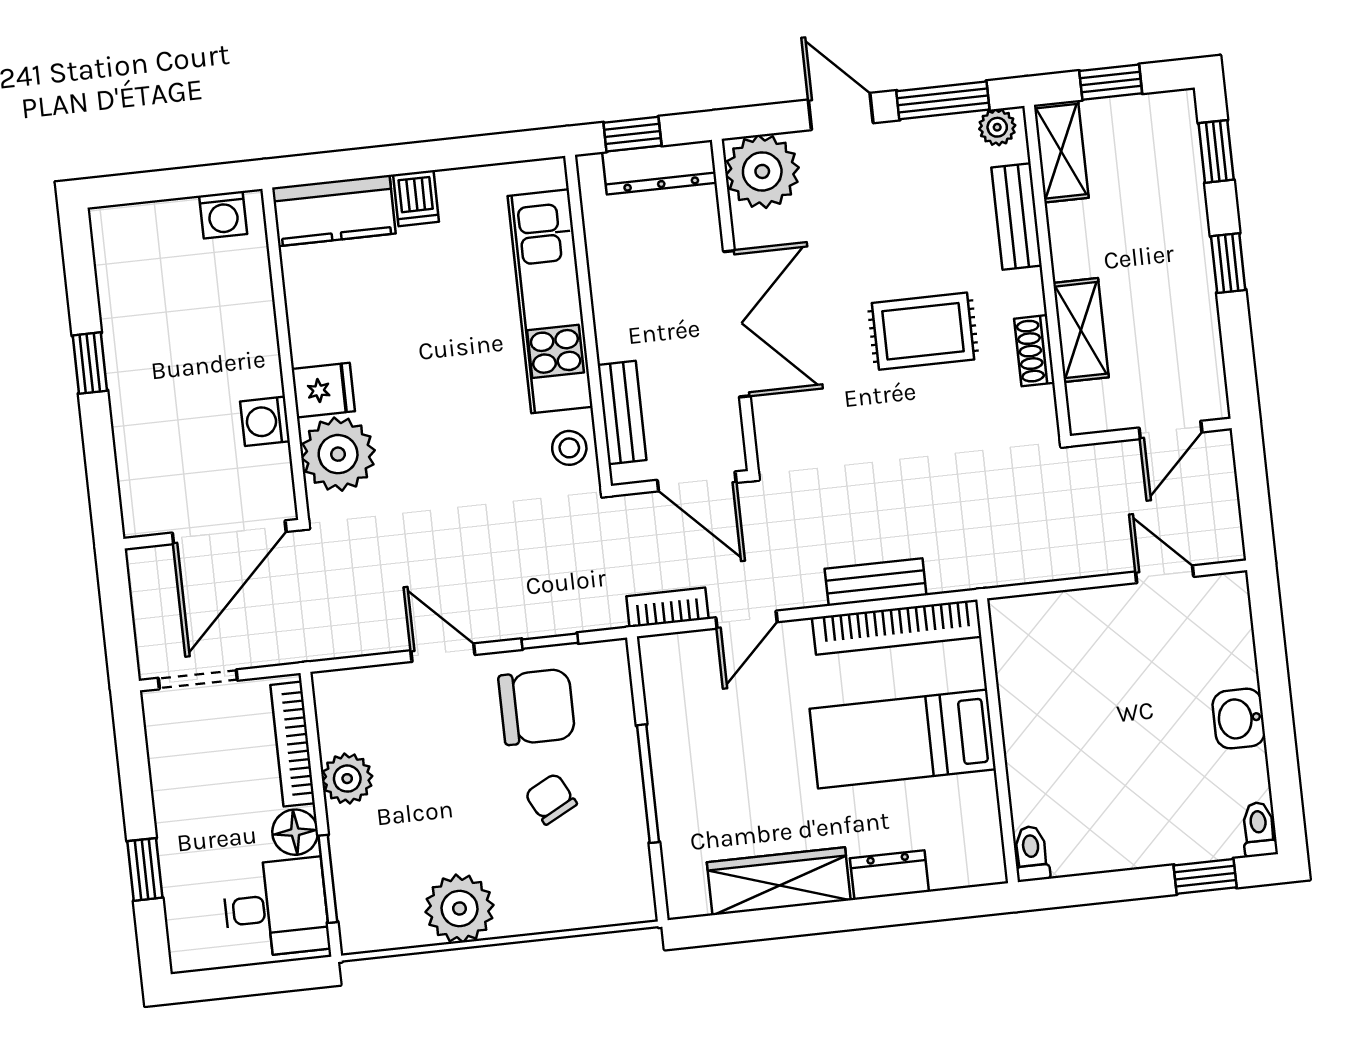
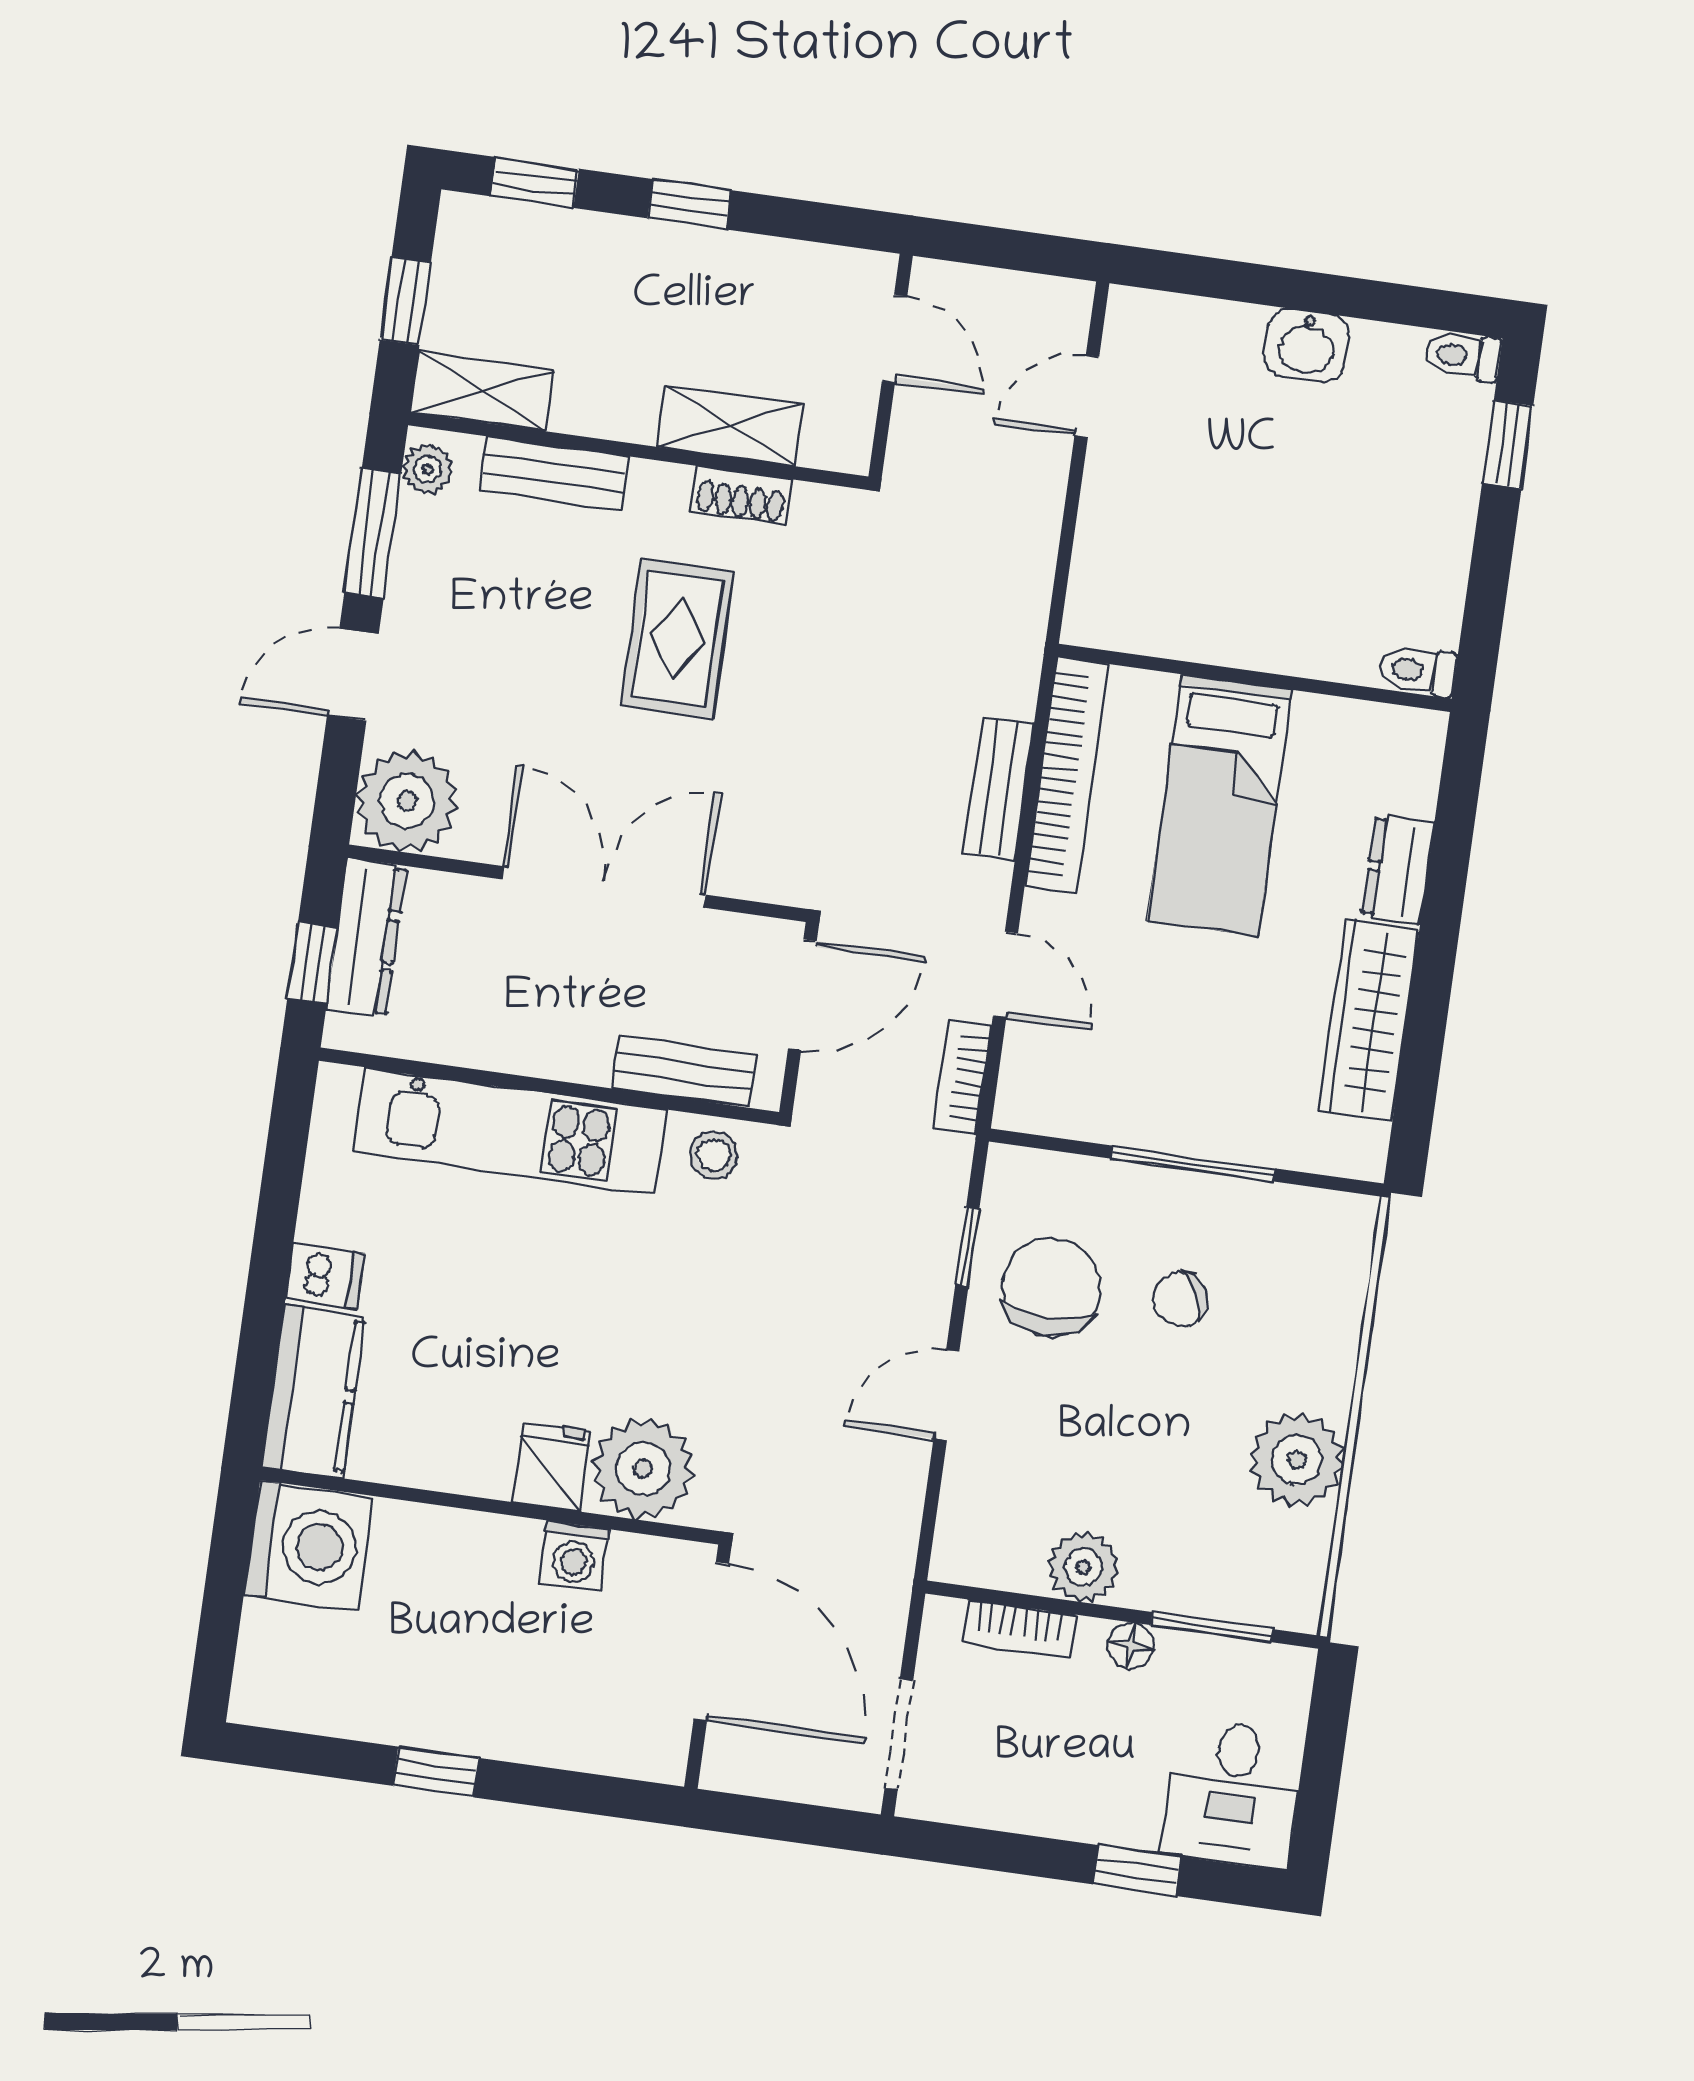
washing machine: (223, 215) -> (308, 1546), width x1.89, depth x1.89
bookcase: (293, 744) -> (1018, 1629), width x0.64
floor lamp: (295, 832) -> (1131, 1646), width x0.73, depth x0.73
desk: (276, 908) -> (1233, 1793), moved, turned 180

